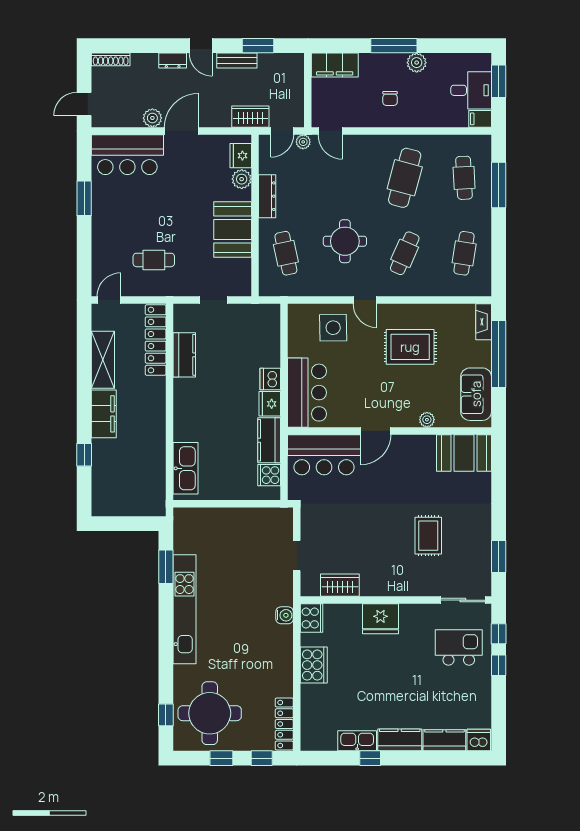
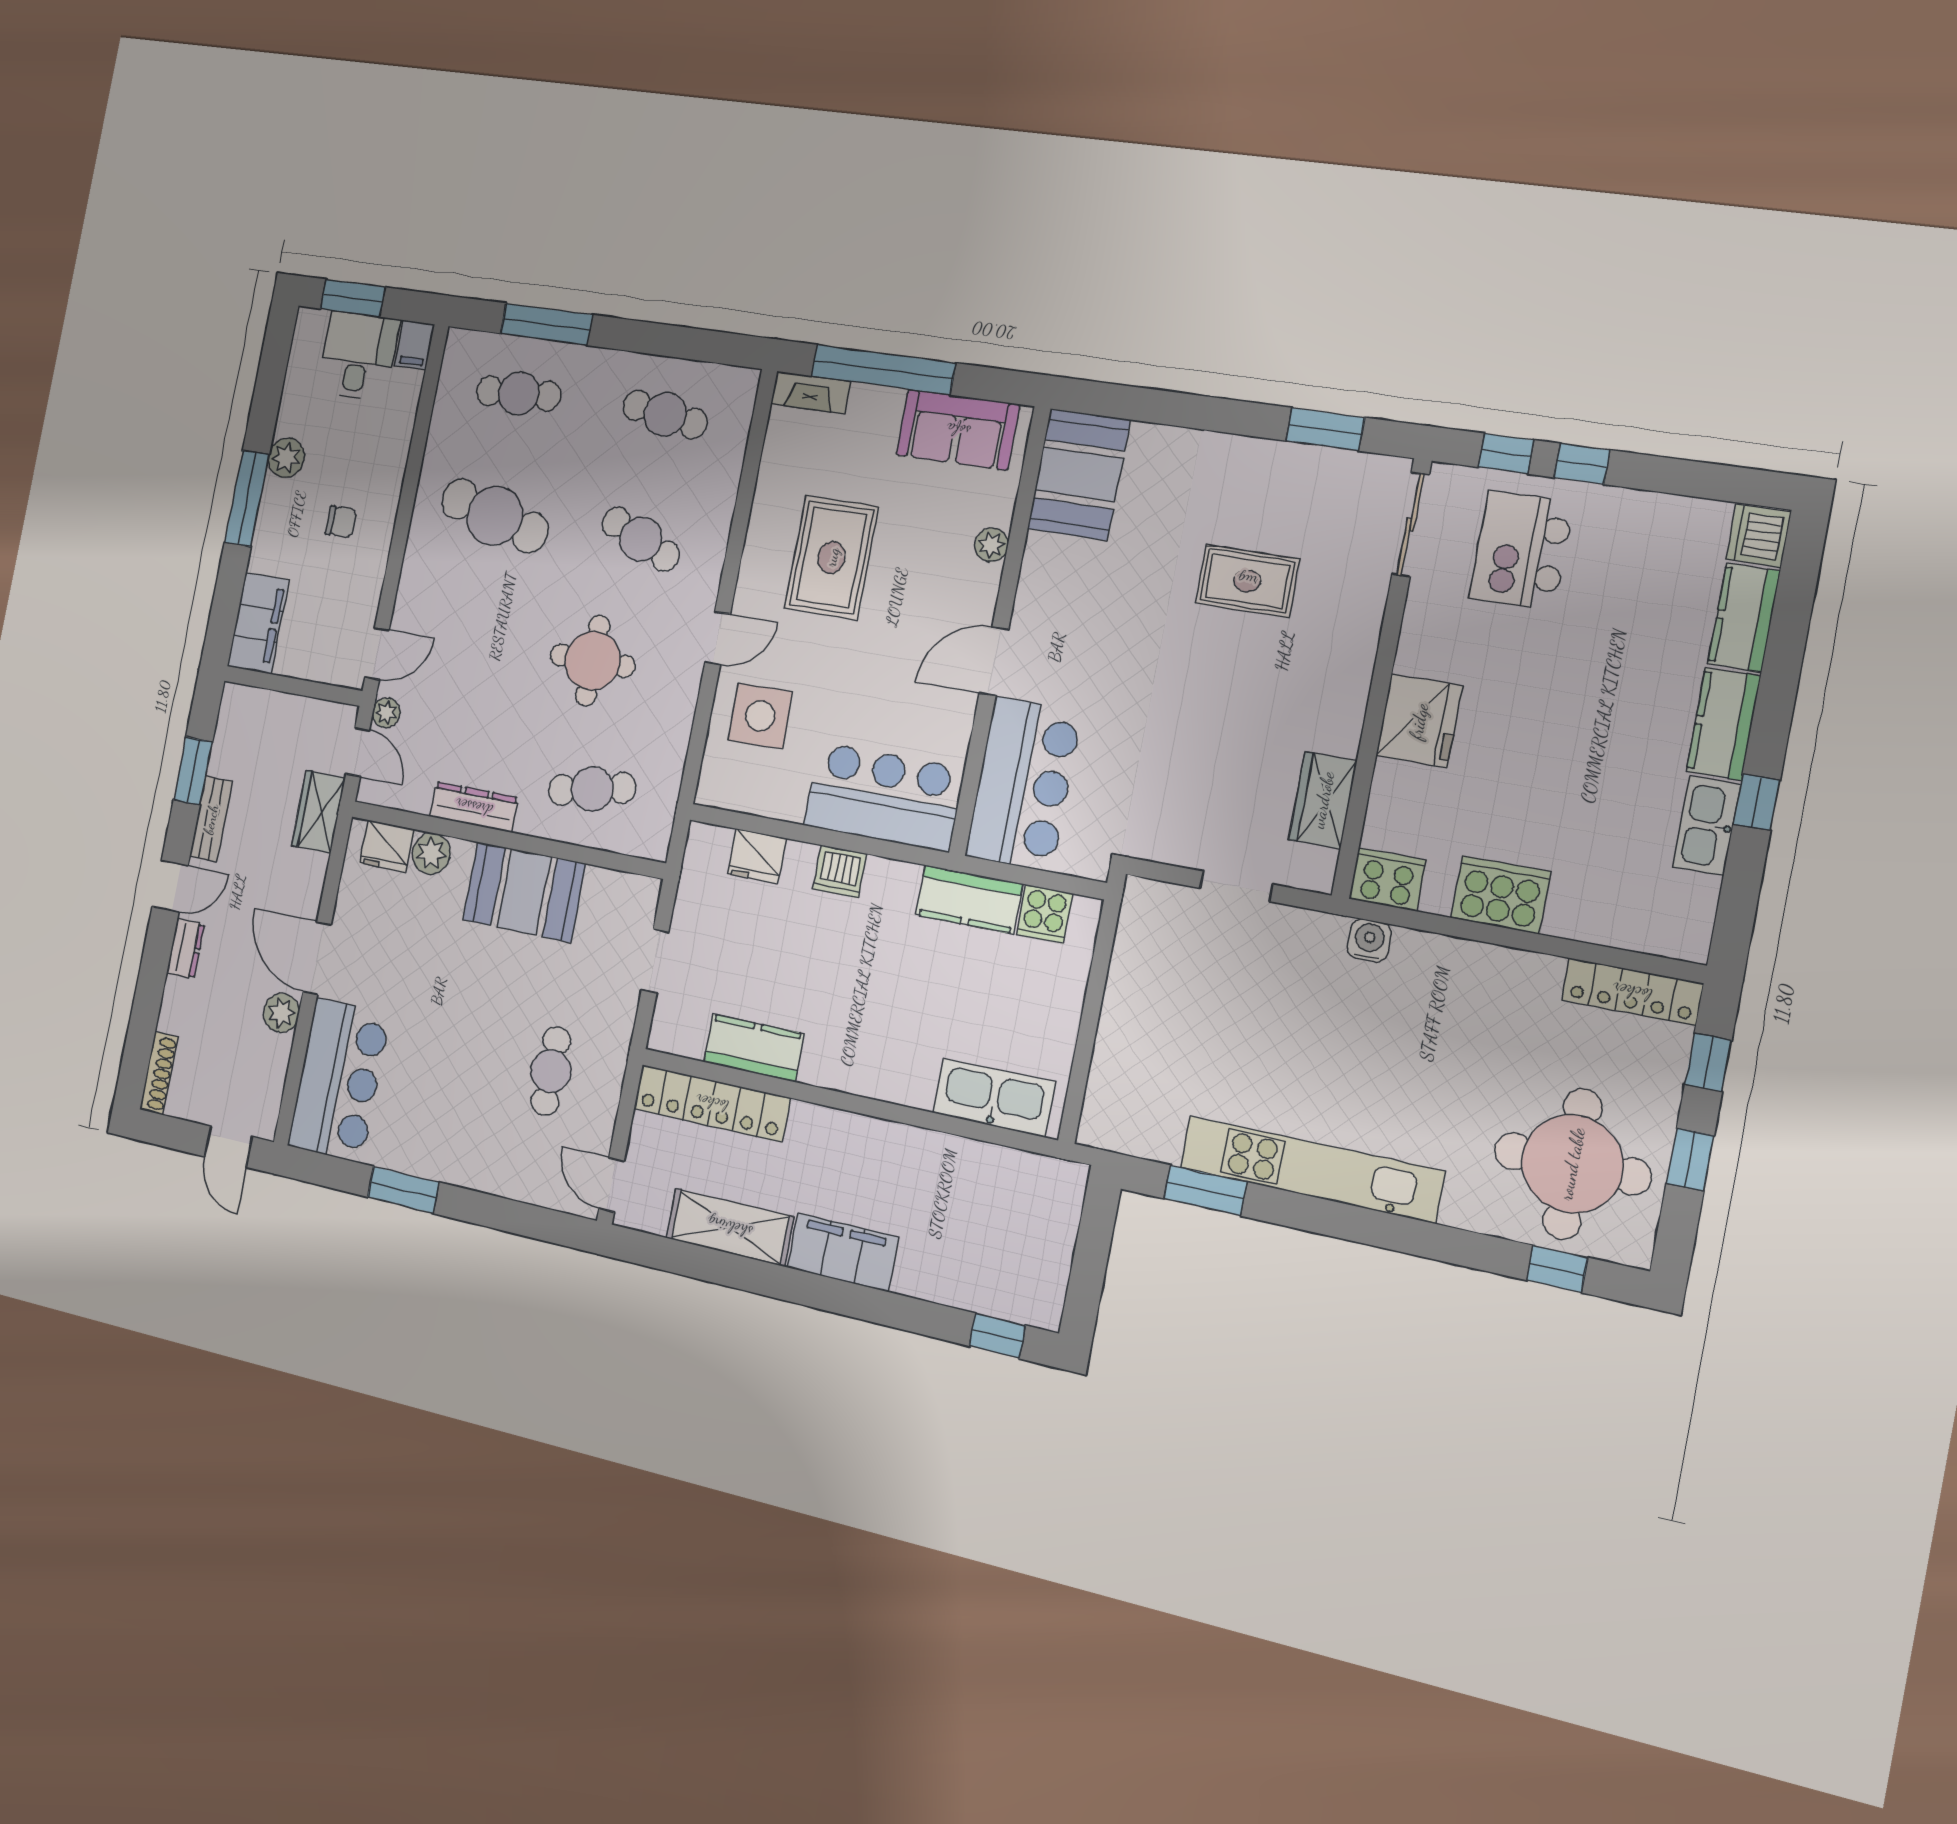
fridge: (270, 404) -> (757, 856), moved
door: (376, 431) -> (994, 661), swing flipped
window: (84, 455) -> (997, 1336), moved

